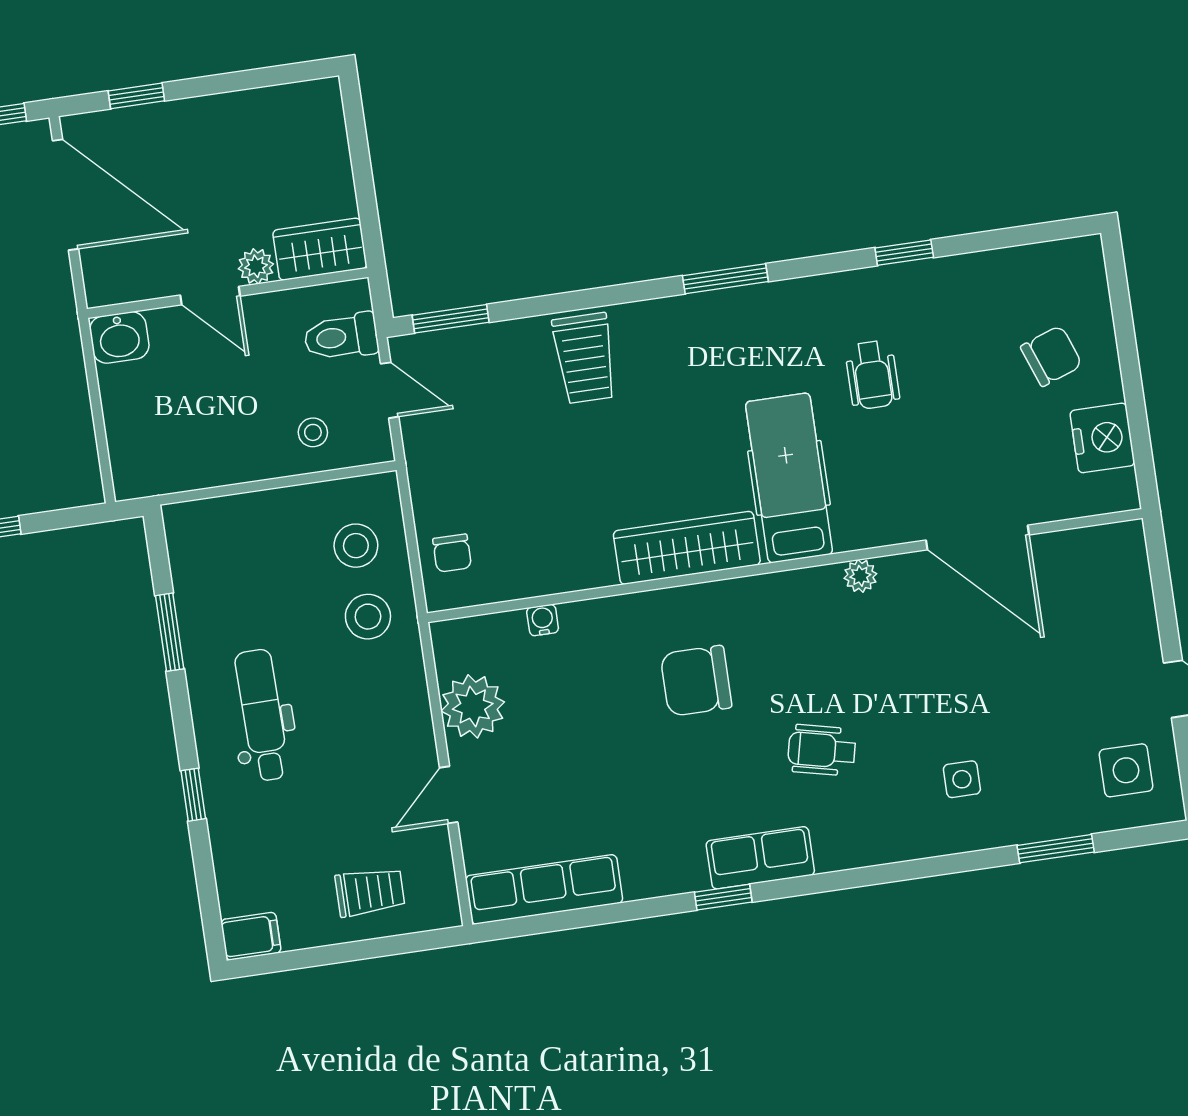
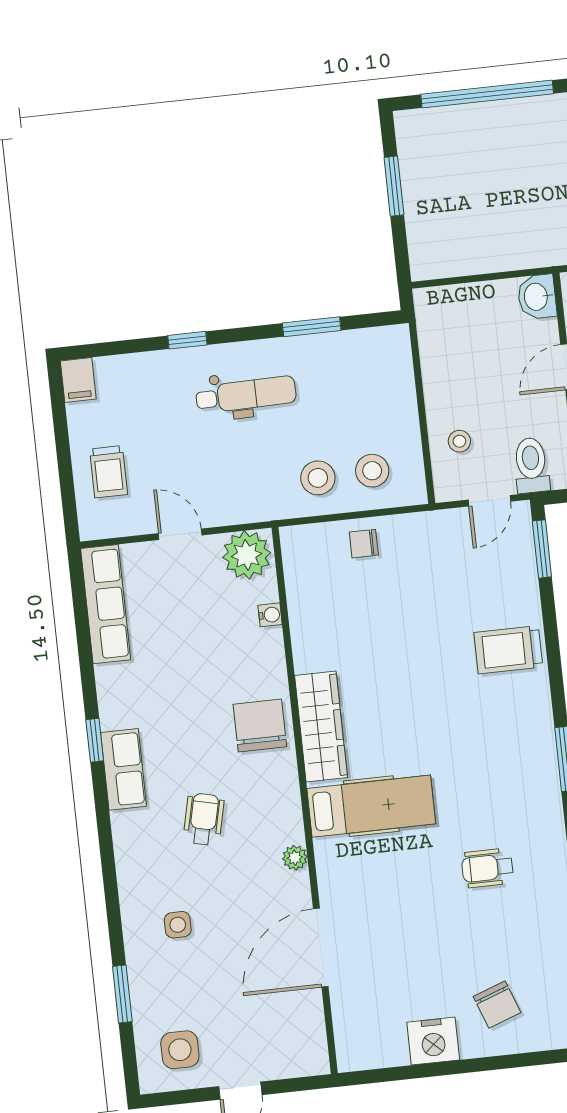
hospital bed: (789, 478) -> (371, 806), moved
door: (977, 538) -> (321, 948), moved
wardrobe: (687, 548) -> (321, 727), moved
wall: (785, 566) -> (305, 800), moved
plant: (860, 576) -> (295, 858), moved
water cooler: (543, 620) -> (270, 615), moved

